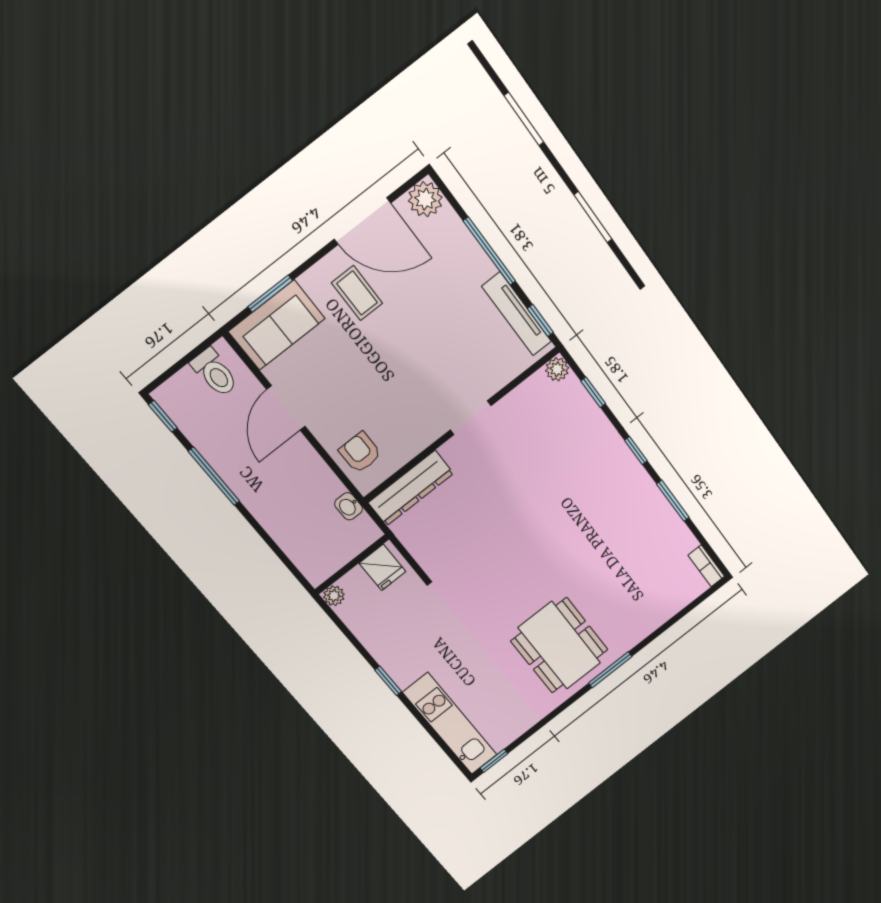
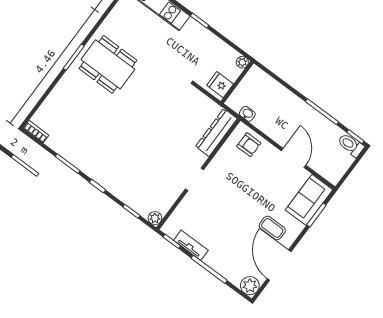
door: (362, 221) -> (279, 265), hinge flipped
tv unit: (517, 314) -> (191, 245), width x0.71
toilet: (215, 373) -> (351, 145), moved

